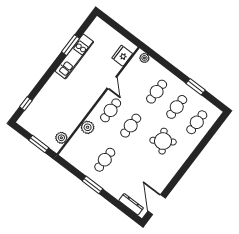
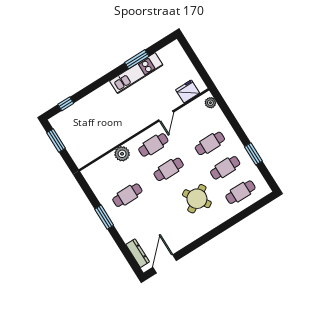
plant: (61, 138) -> (90, 154), removed
window: (39, 144) -> (56, 140), moved

